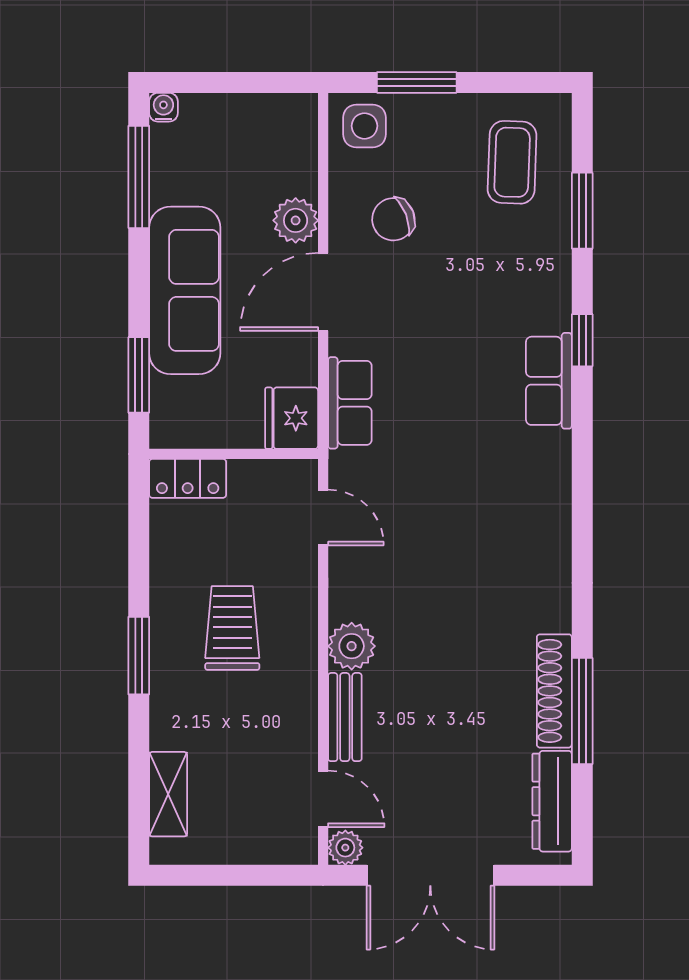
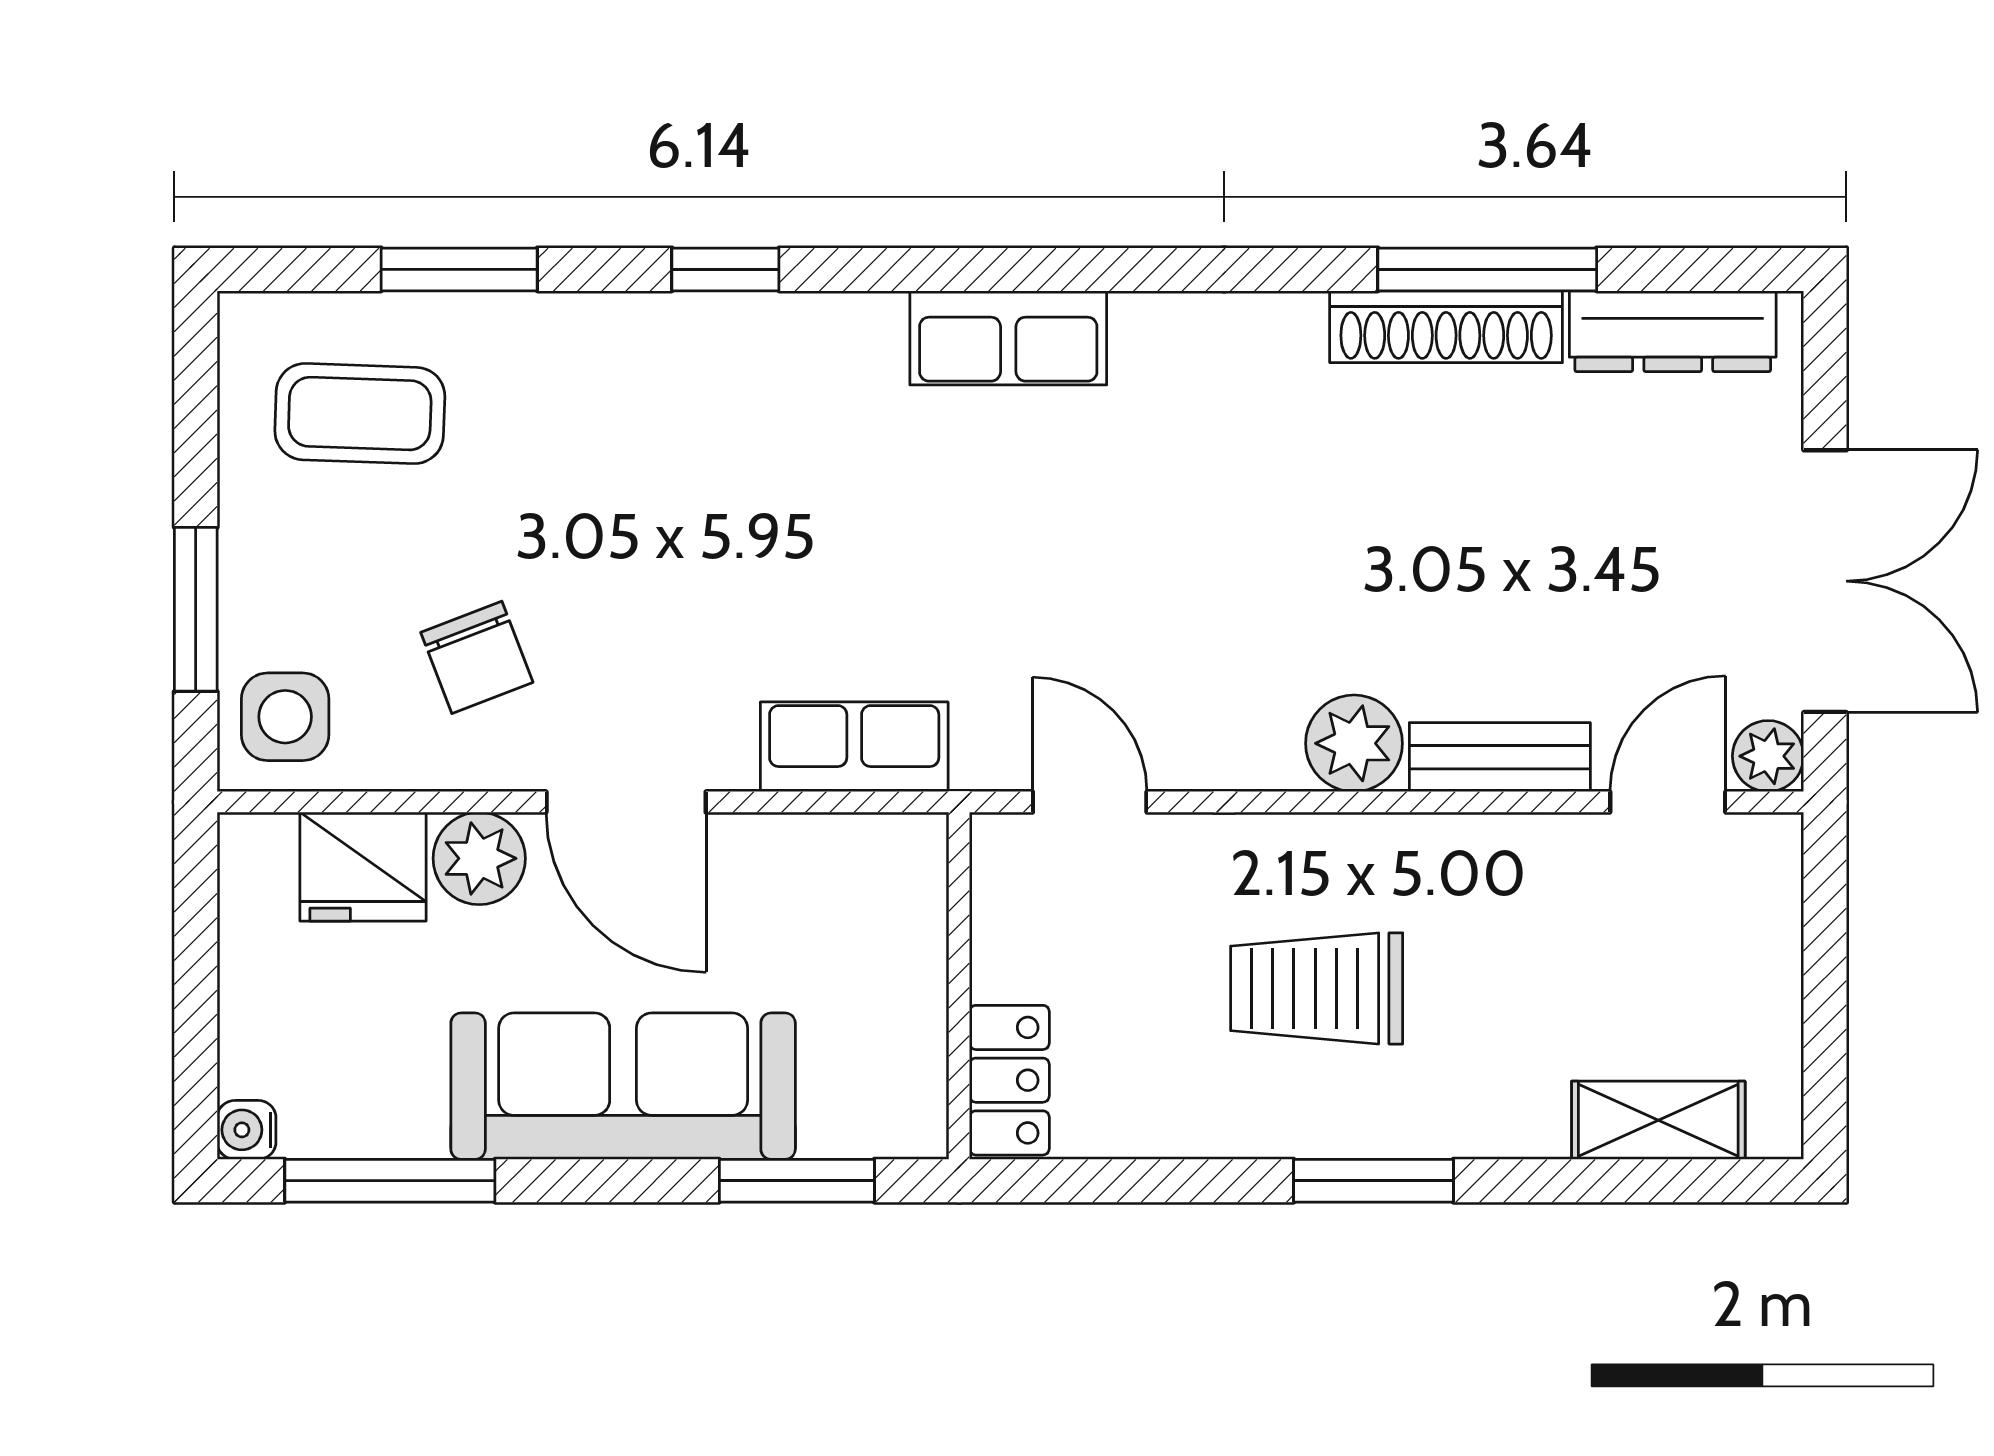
row of seats: (549, 381) -> (1008, 338), moved
fridge: (292, 418) -> (363, 867), moved
door: (323, 517) -> (1090, 802), hinge flipped

